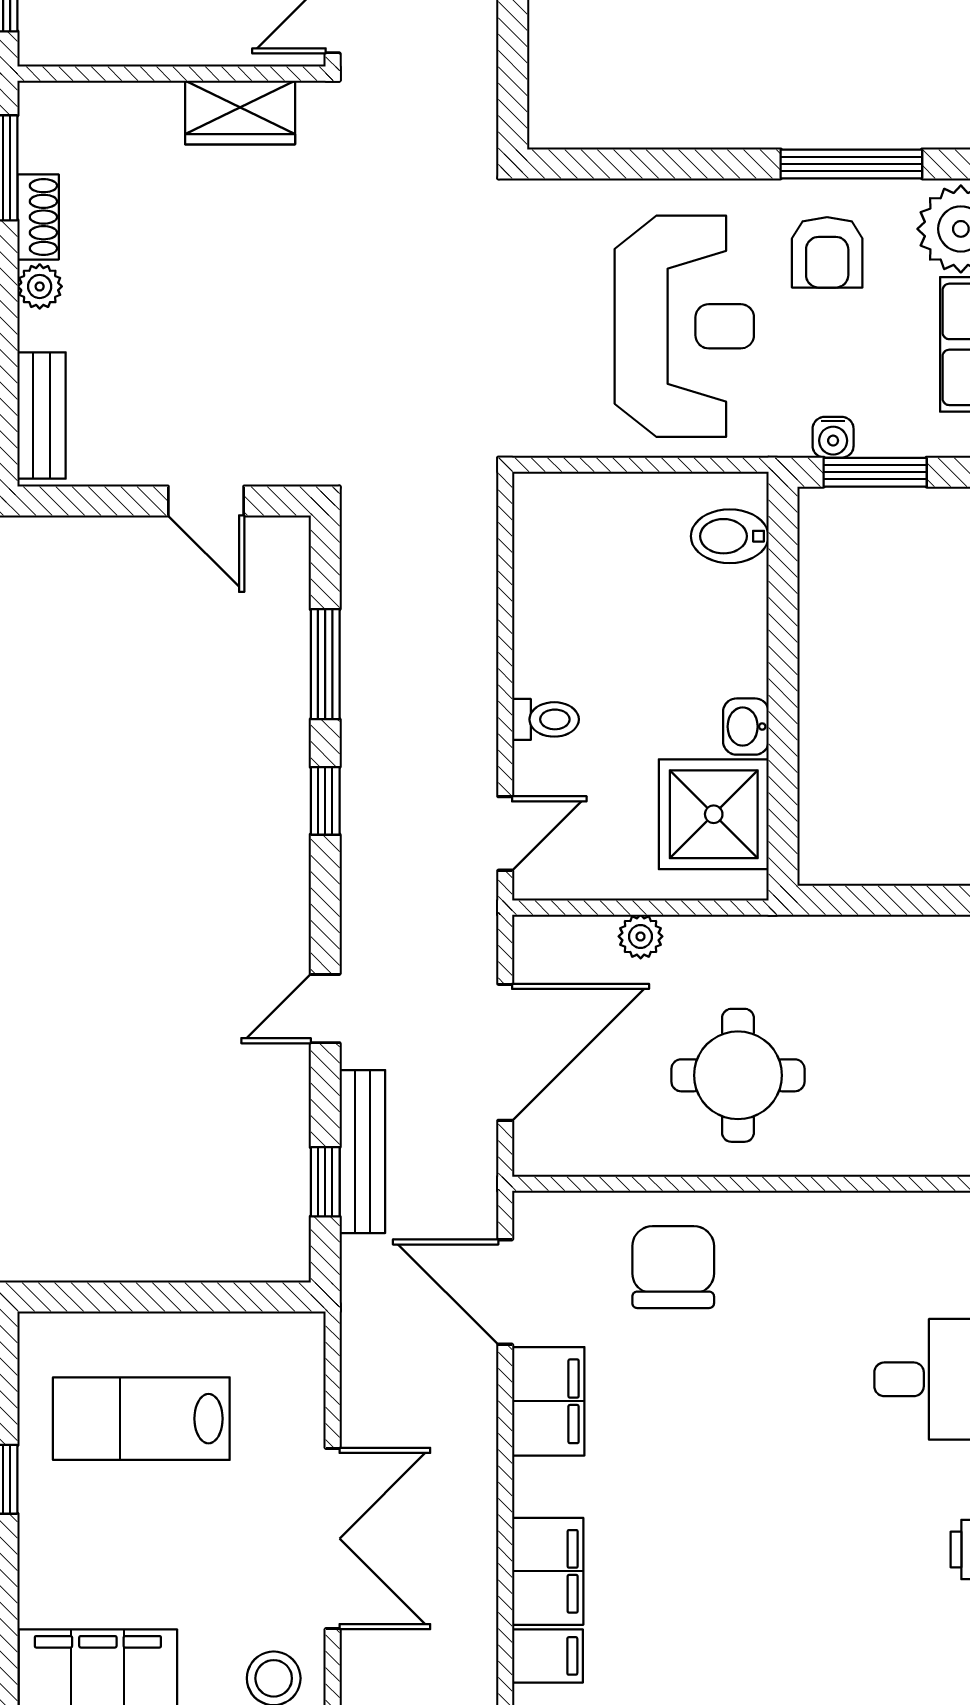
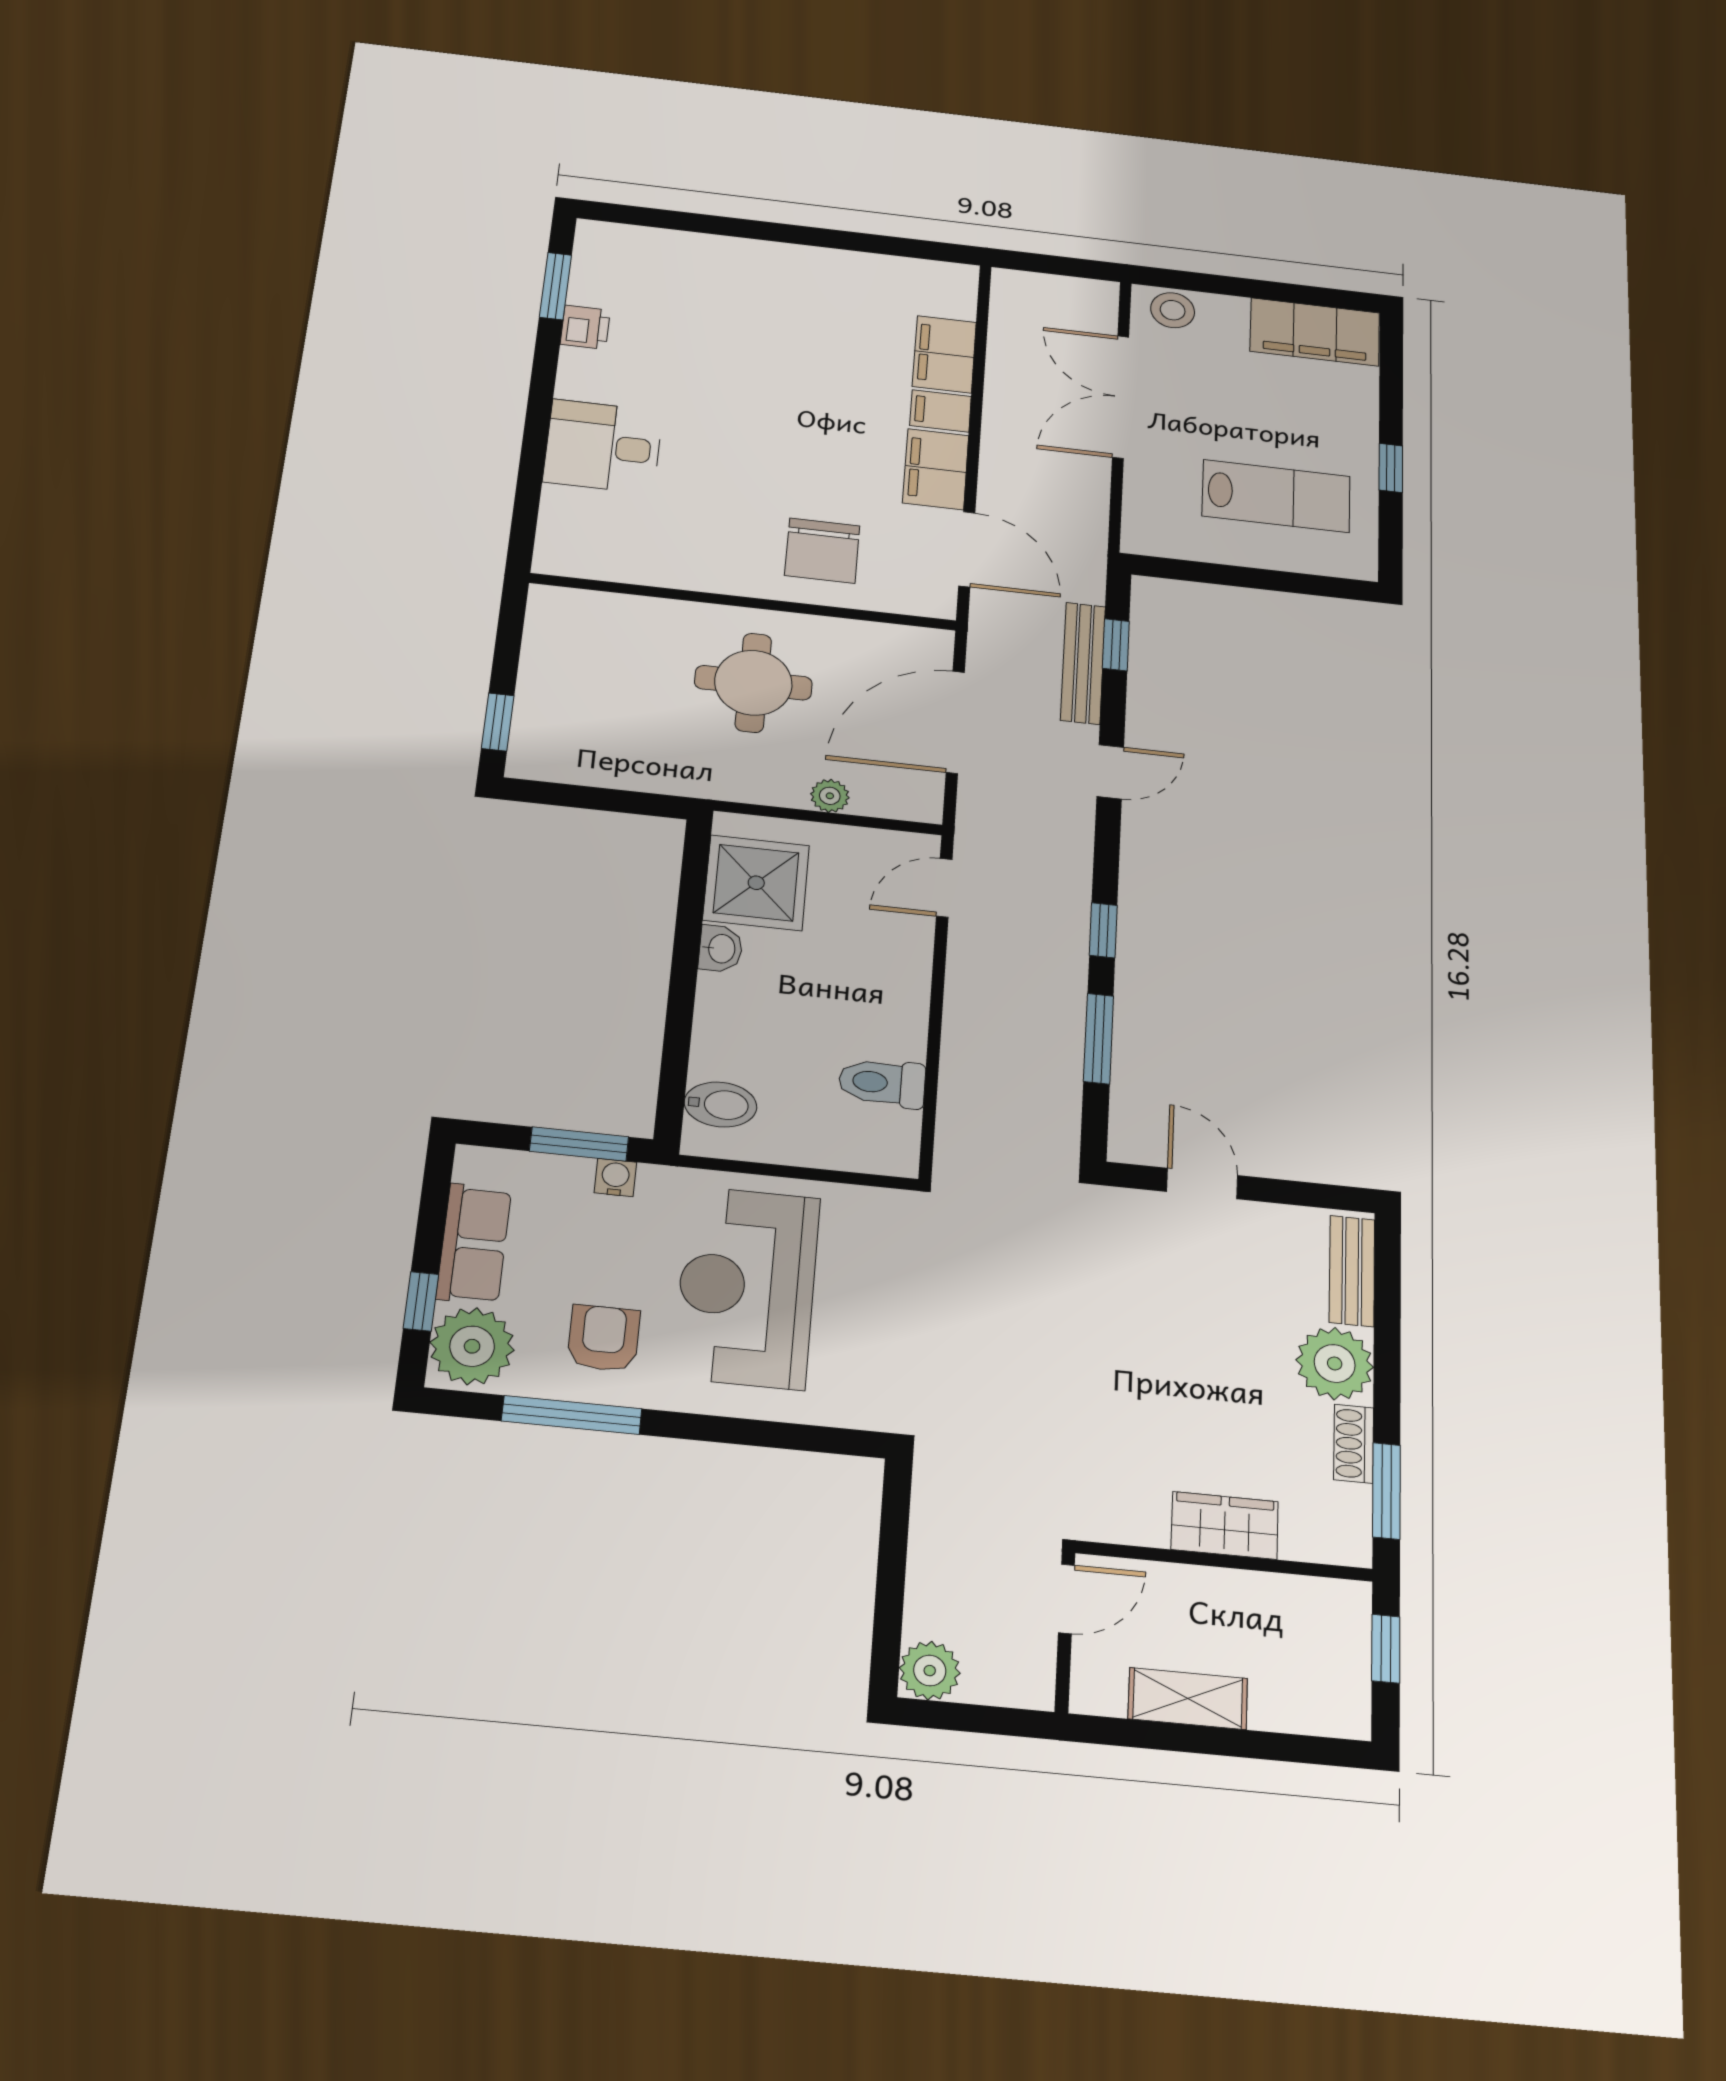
wardrobe: (240, 112) -> (1225, 1525), moved
plant: (40, 286) -> (1335, 1363), width x1.88, depth x1.88
toilet: (546, 719) -> (882, 1083), moved, width x1.37, depth x1.39
filing cabinet: (548, 1656) -> (940, 411), moved

